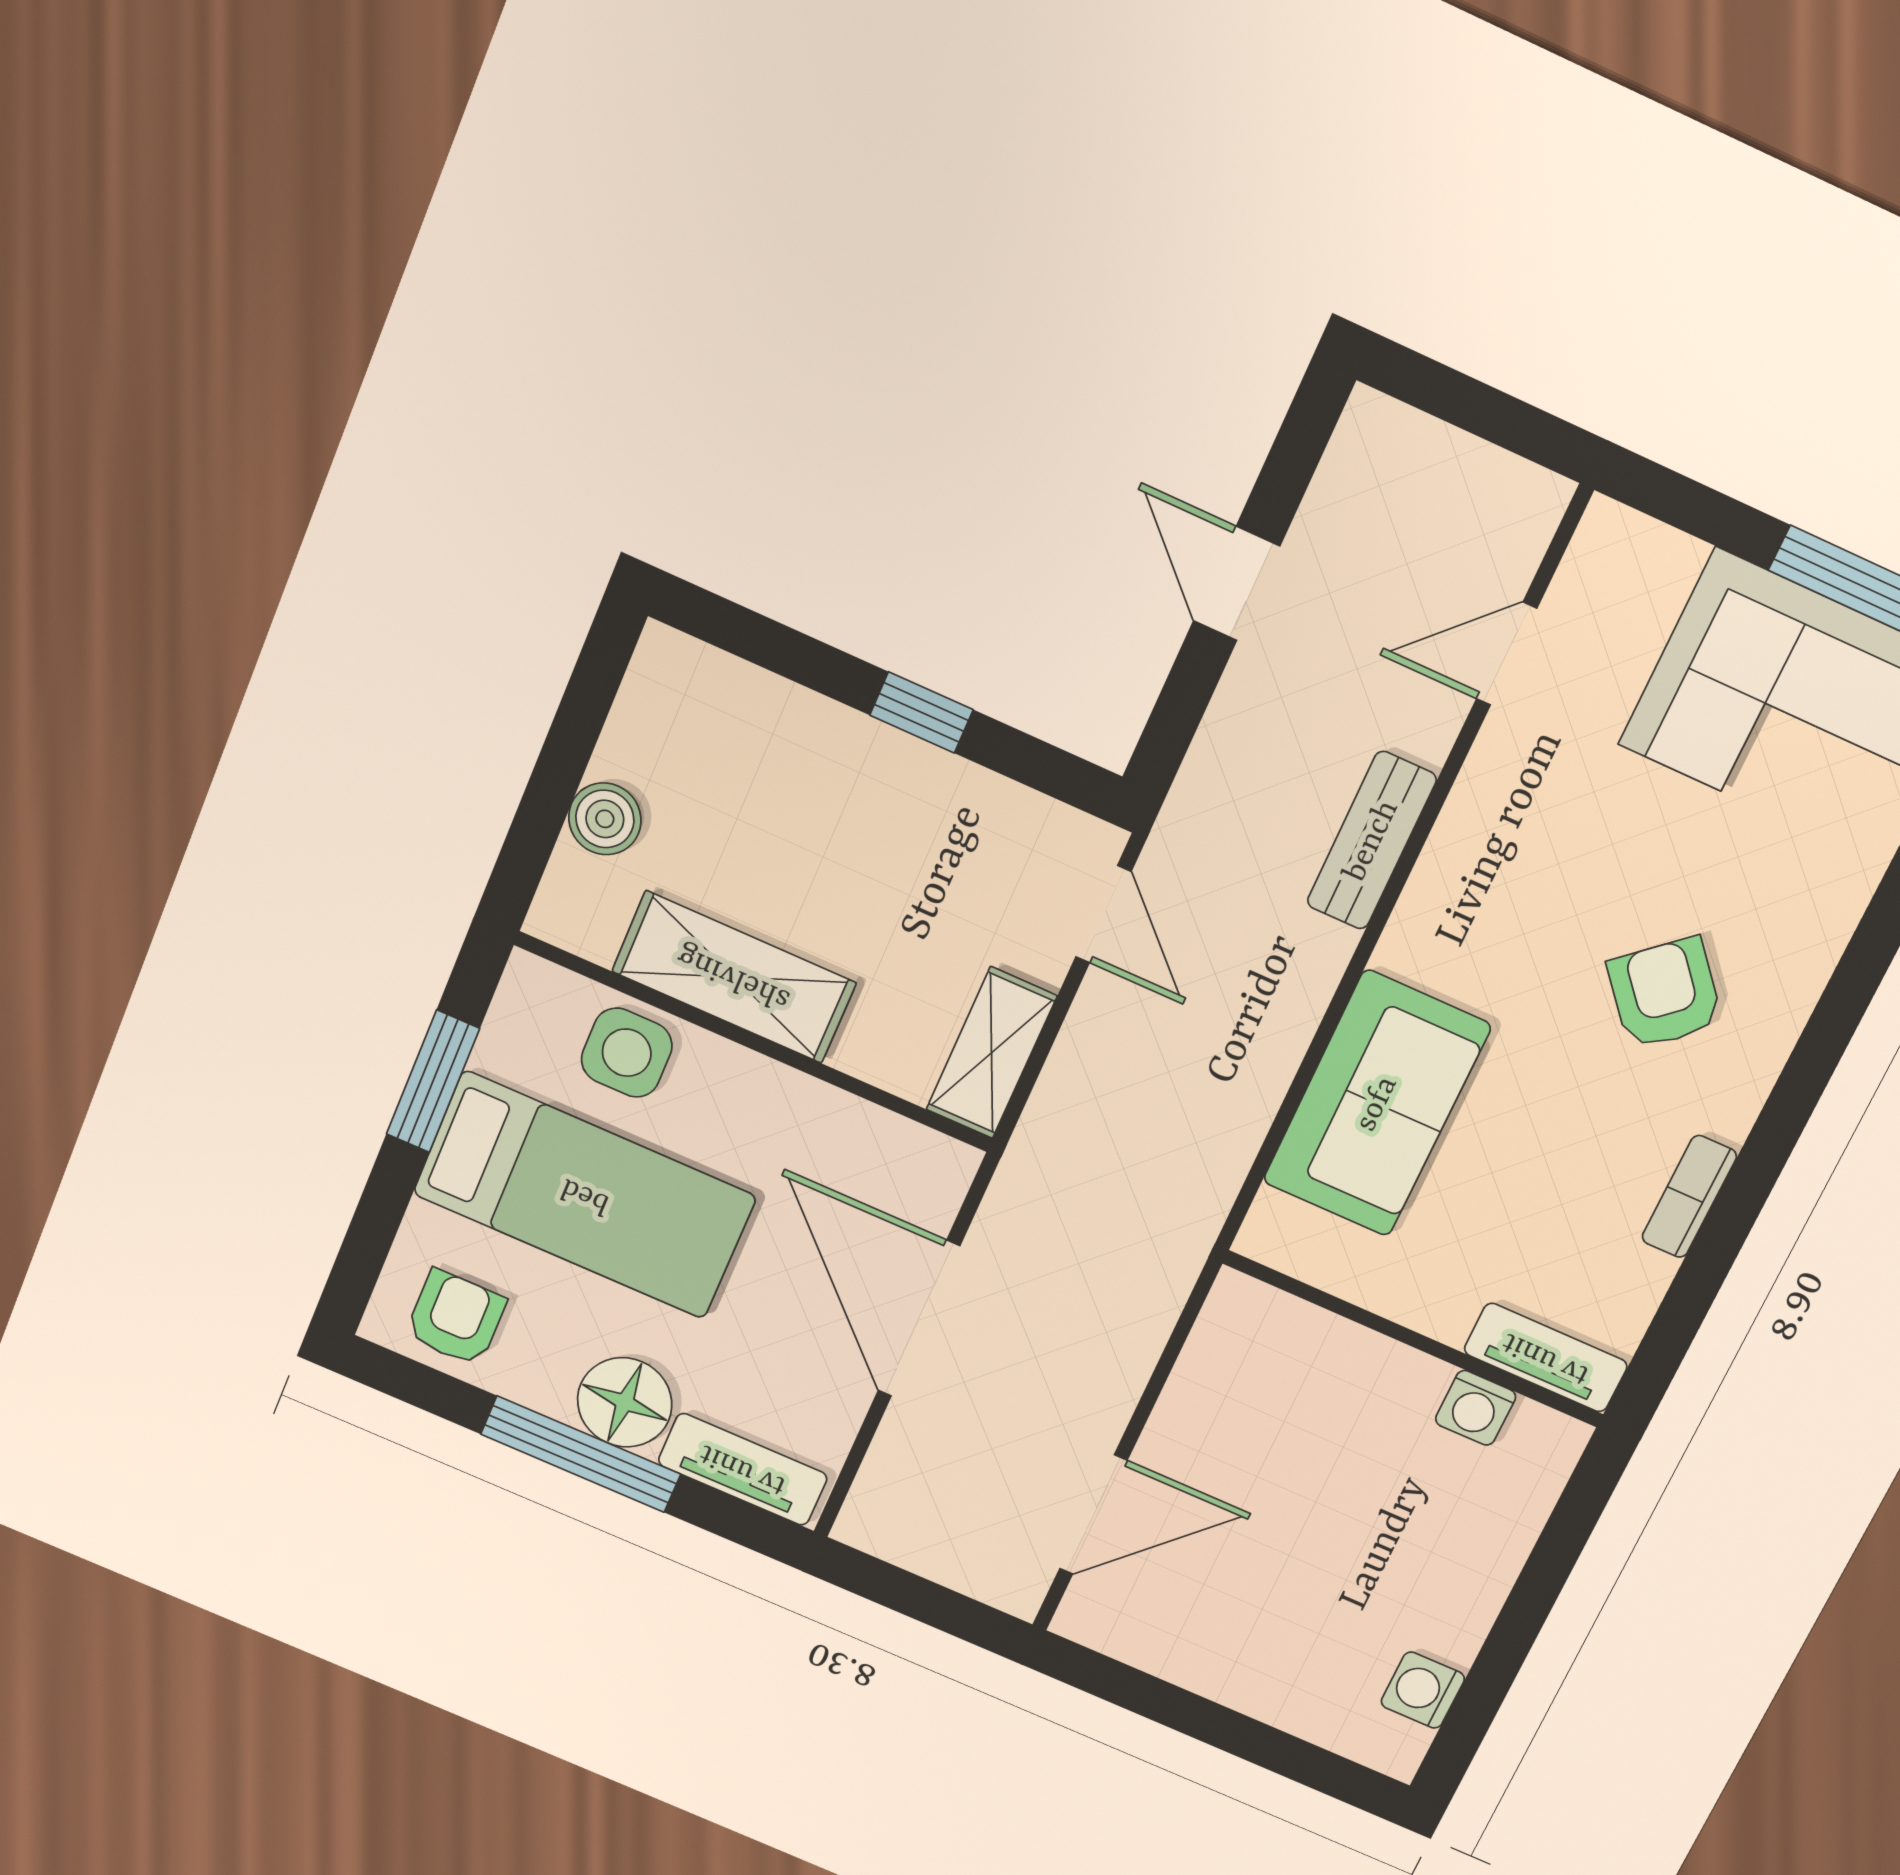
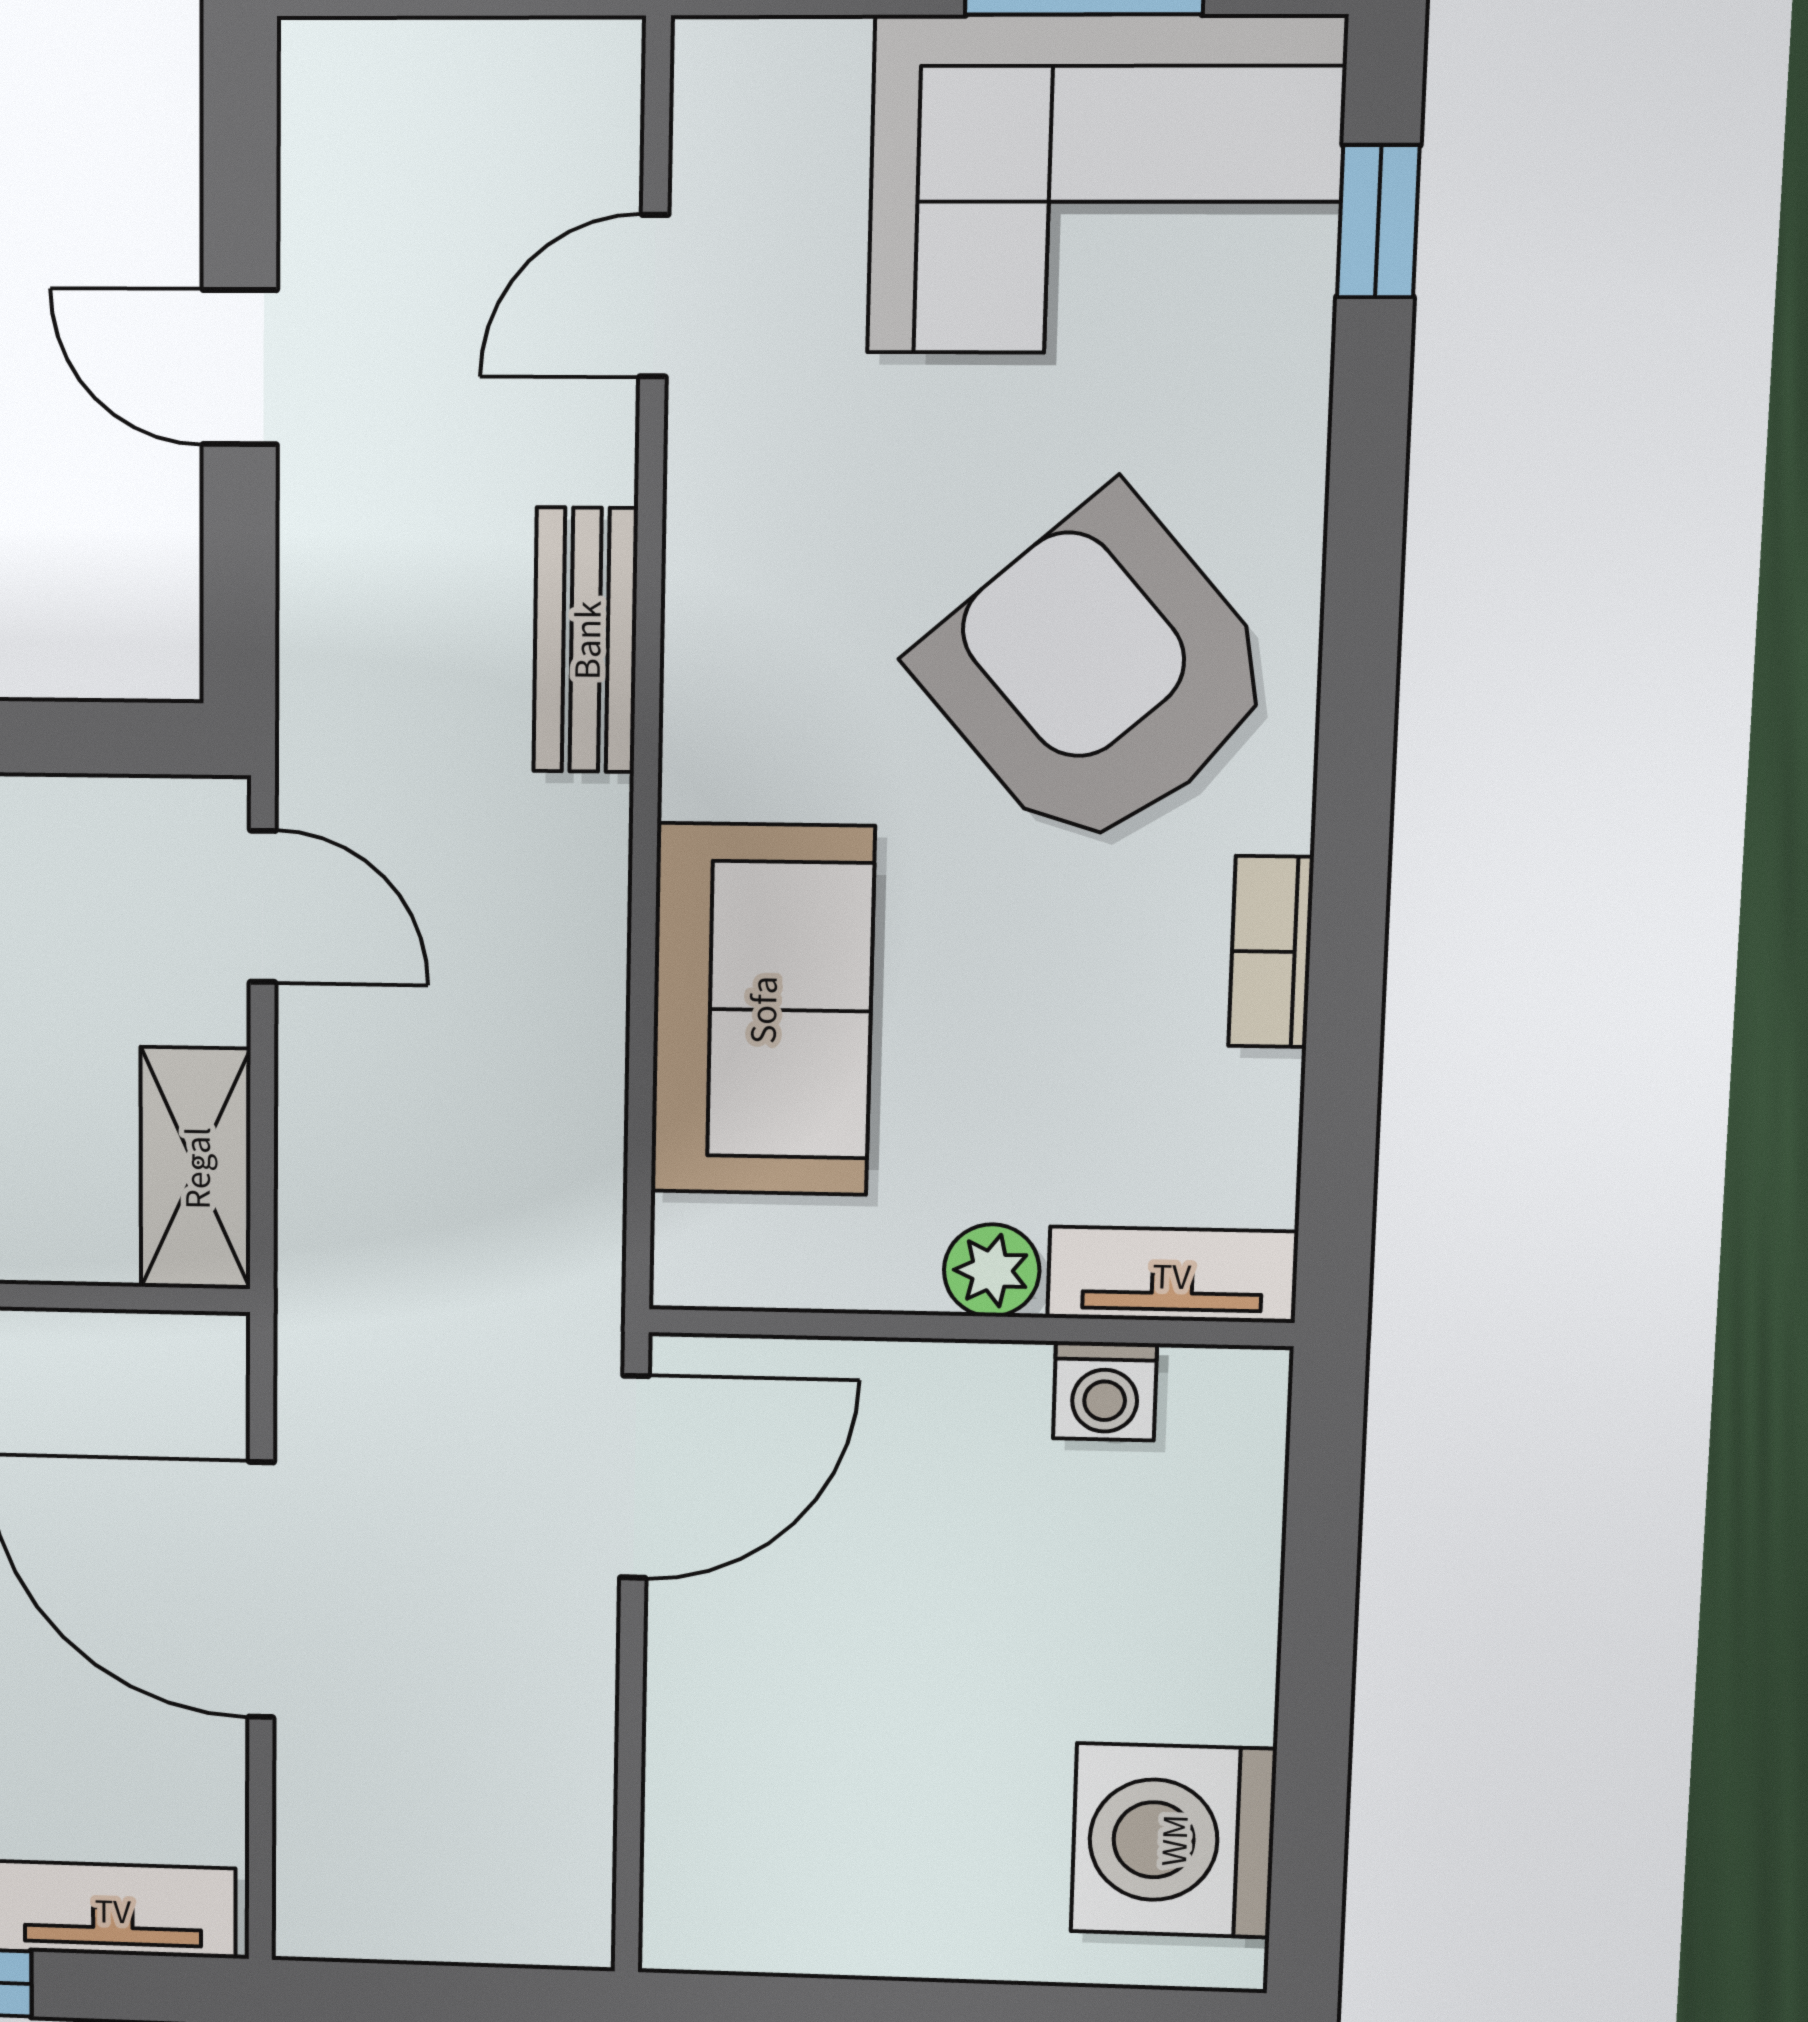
armchair: (1665, 993) -> (1099, 675), width x1.88, depth x1.88
plant: (1442, 1312) -> (992, 1270), added
door: (1093, 1515) -> (634, 1477), moved
washing machine: (1423, 1690) -> (1173, 1840), width x1.89, depth x1.89

